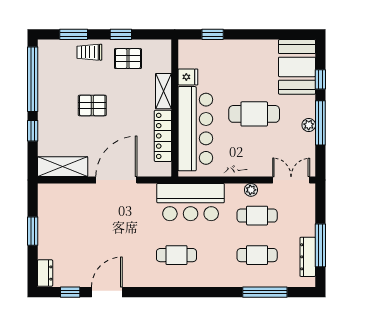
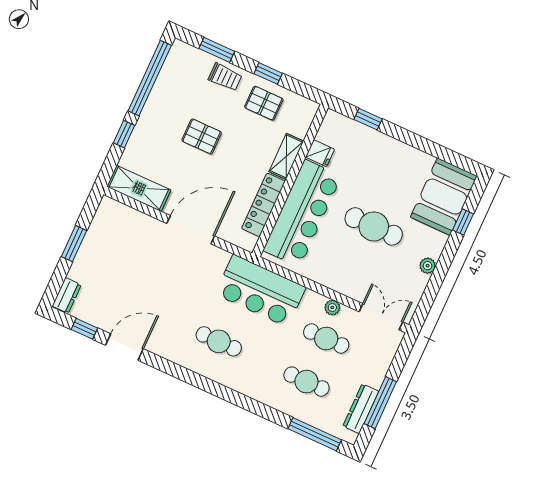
trolley: (89, 52) -> (225, 77), turned 180
window: (320, 123) -> (441, 269), removed
window: (265, 292) -> (315, 434), moved

